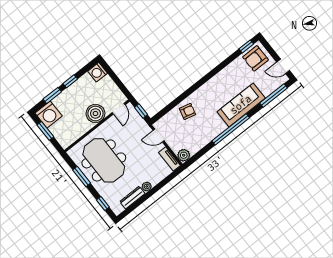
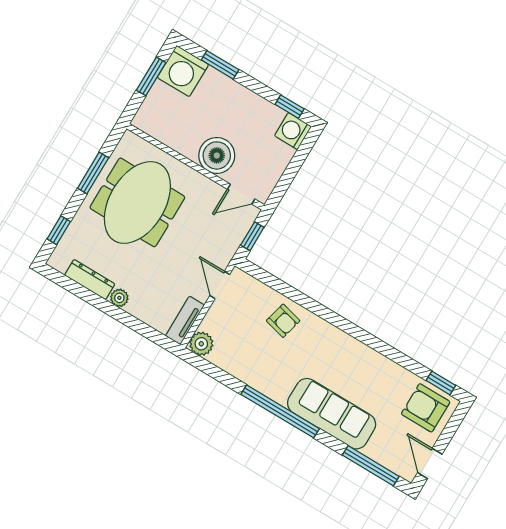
window: (70, 81) -> (290, 107), moved

